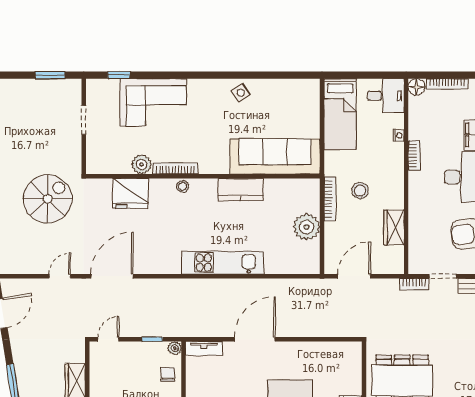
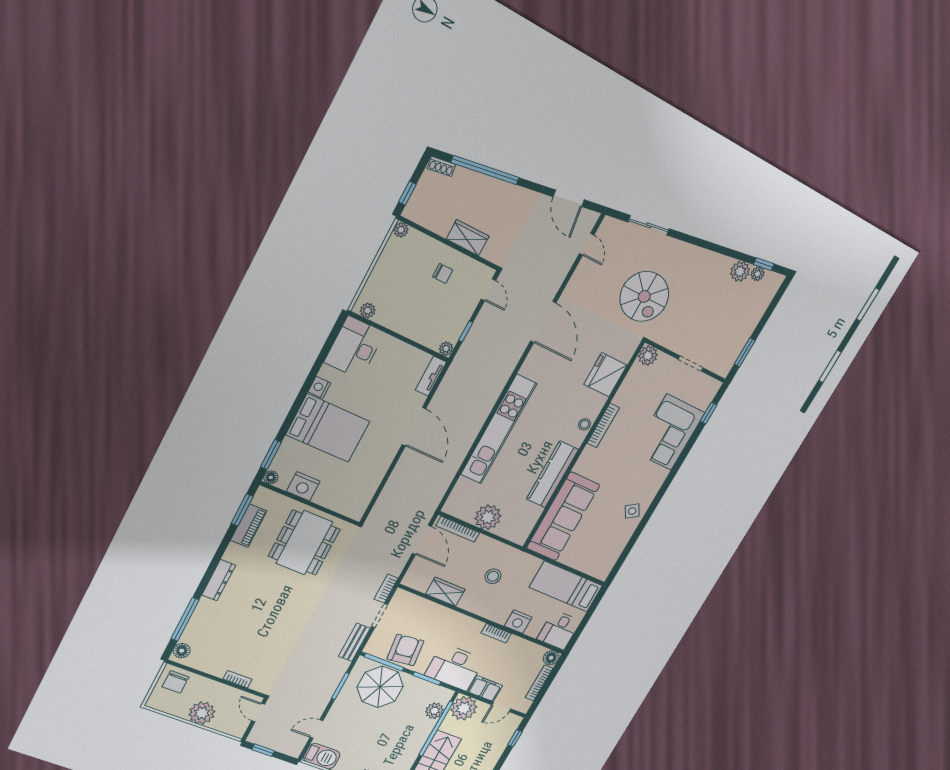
nightstand: (398, 135) -> (518, 622), width x1.89, depth x1.79
plant: (142, 164) -> (648, 356), moved
kitchen counter: (241, 190) -> (552, 474), width x1.50
bookcase: (330, 199) -> (458, 529), moved
kitchen unit: (223, 263) -> (499, 429), width x1.36
door: (60, 276) -> (587, 244), moved
chair: (168, 374) -> (443, 273), moved

